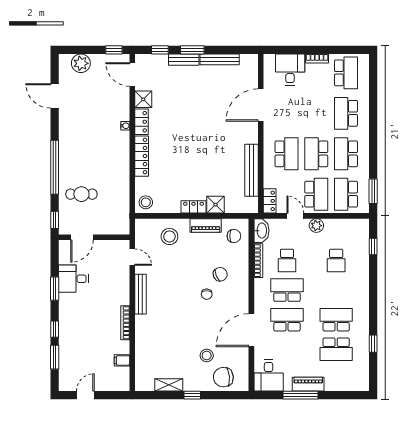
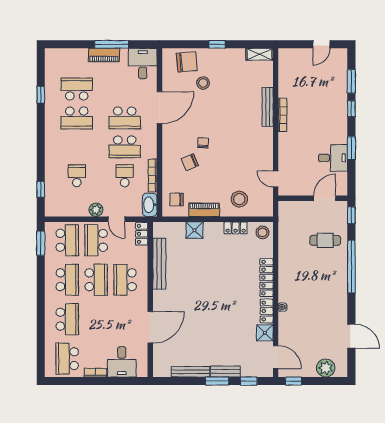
locker: (194, 207) -> (236, 228), moved
bench: (141, 294) -> (268, 107), moved
filing cabinet: (122, 360) -> (286, 78), removed
shelving: (169, 385) -> (259, 54), moved

